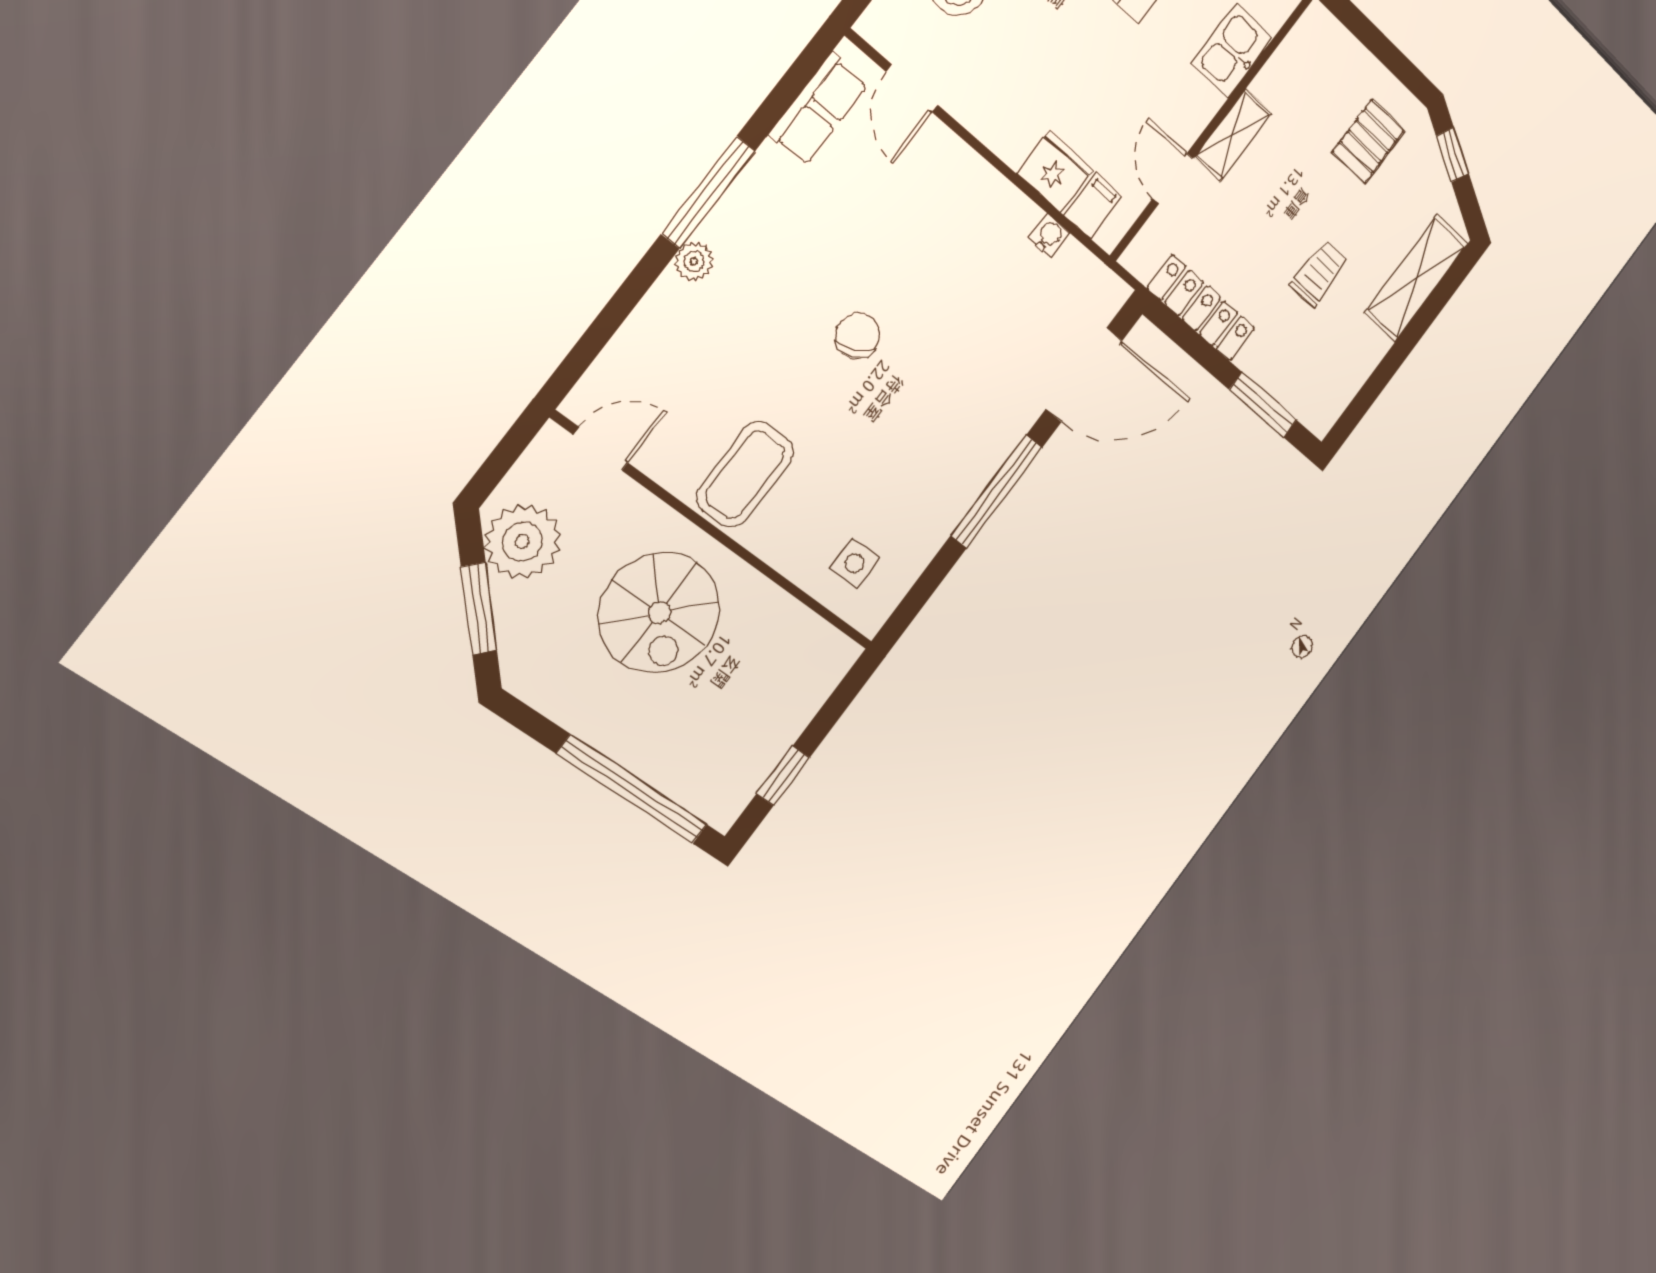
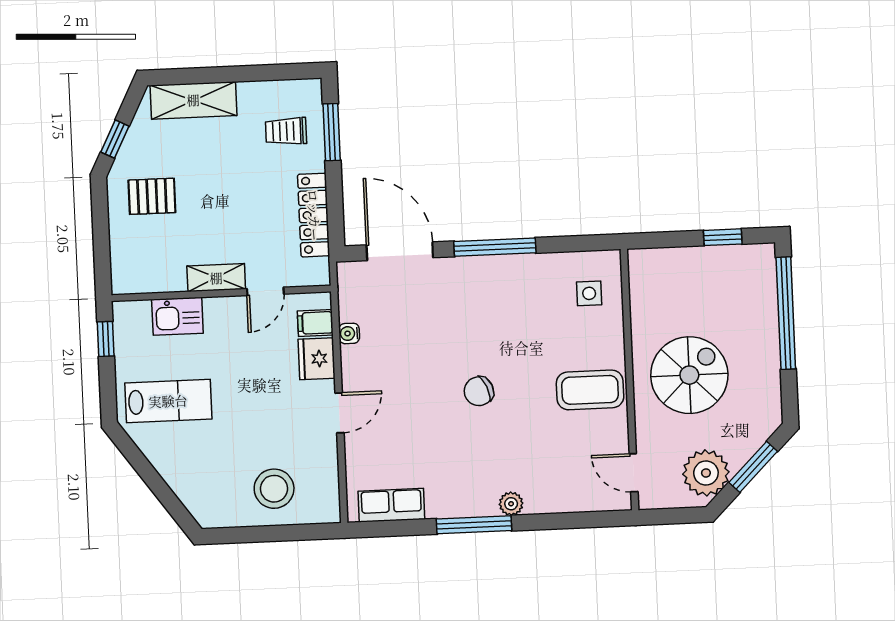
door: (912, 88) -> (339, 413), moved
trolley: (1319, 273) -> (286, 131), moved

